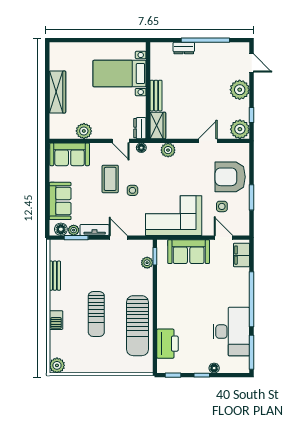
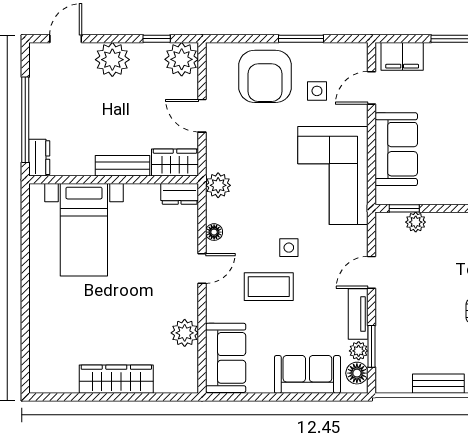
bed with nightstands: (120, 74) -> (84, 230), moved
wall: (148, 90) -> (114, 180), moved
bench: (156, 96) -> (123, 166), moved
wardrobe: (158, 125) -> (175, 163), moved
dresser: (140, 128) -> (180, 194), moved

